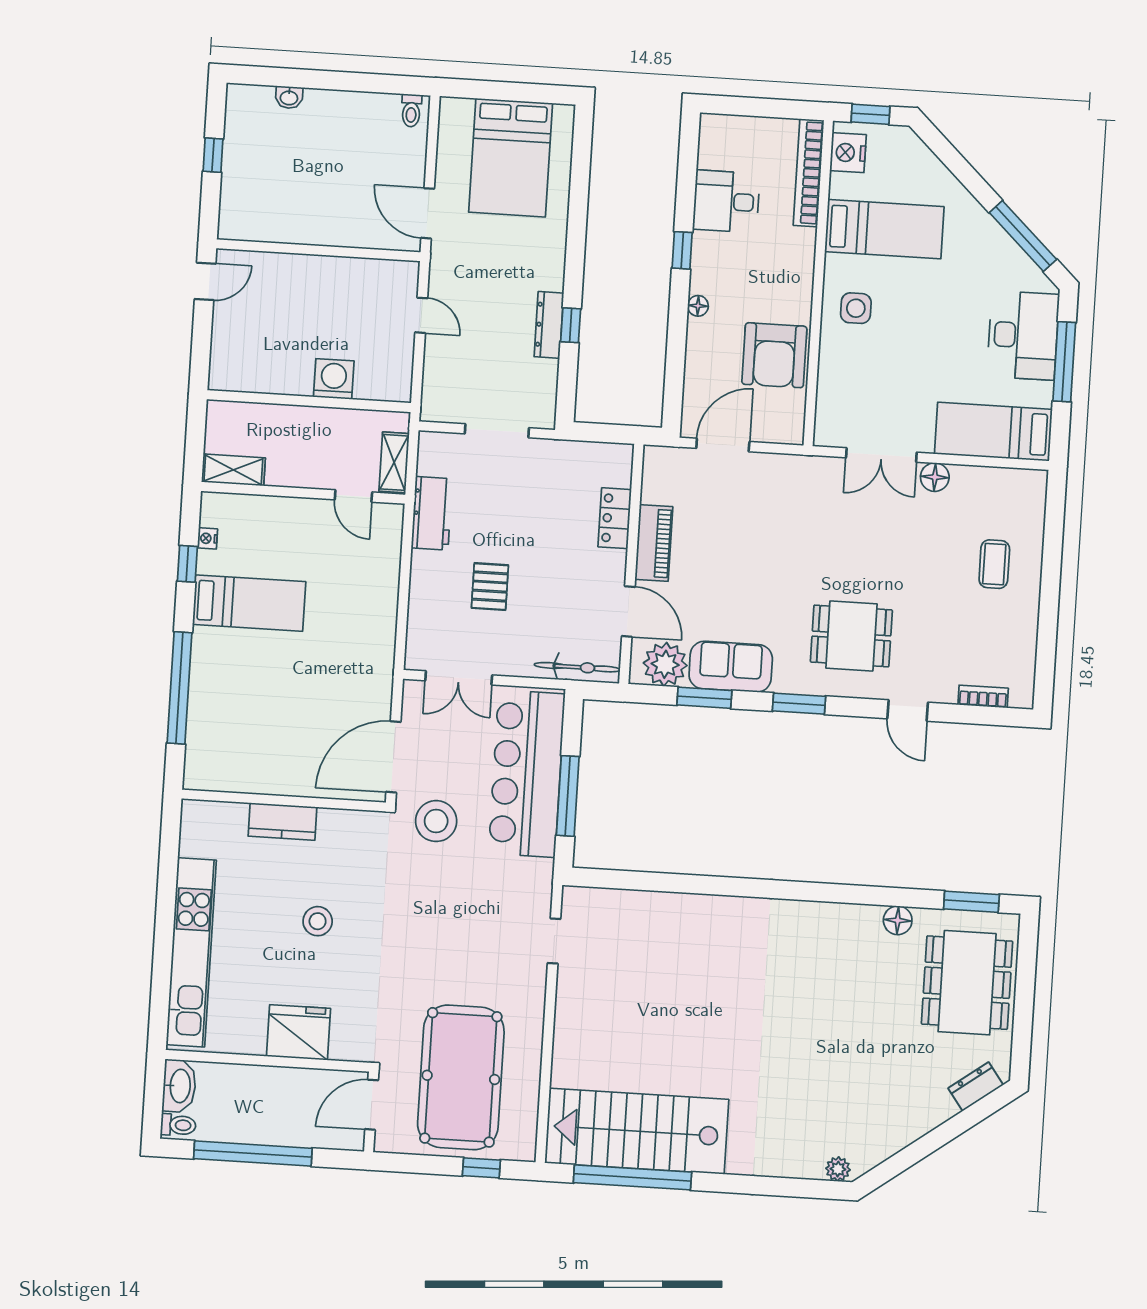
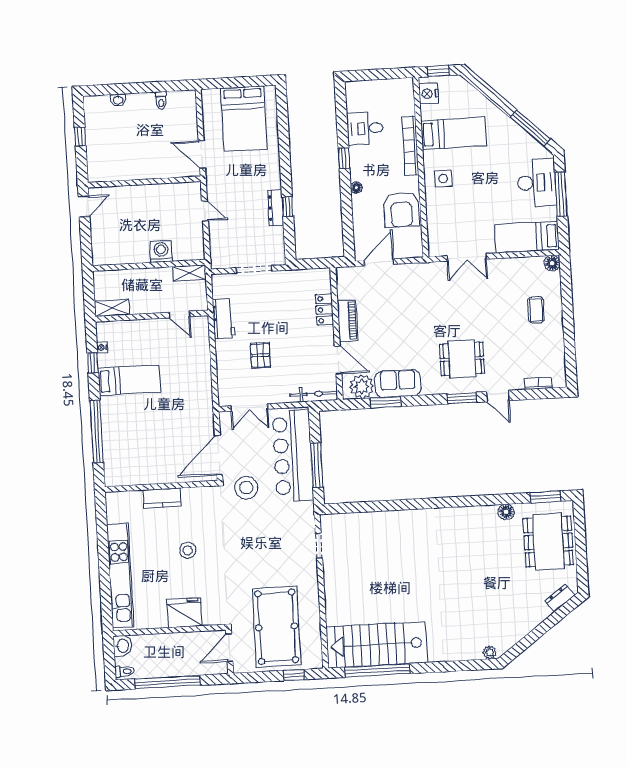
toilet: (411, 110) -> (161, 100), moved
bookcase: (809, 173) -> (410, 146), moved
shelving: (394, 462) -> (189, 273), moved, turned 90
floor lamp: (935, 477) -> (552, 263), moved
window: (799, 704) -> (462, 398), moved
washbasin: (179, 1086) -> (122, 646), width x0.72

